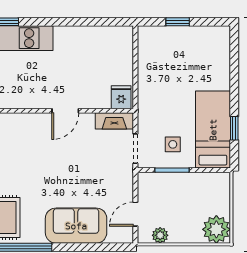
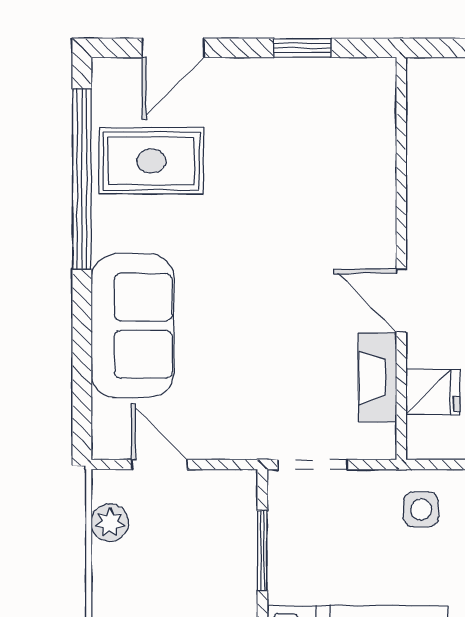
fridge: (121, 97) -> (433, 392), moved
fireplace: (114, 121) -> (378, 378), moved
side table: (173, 144) -> (421, 509), moved

